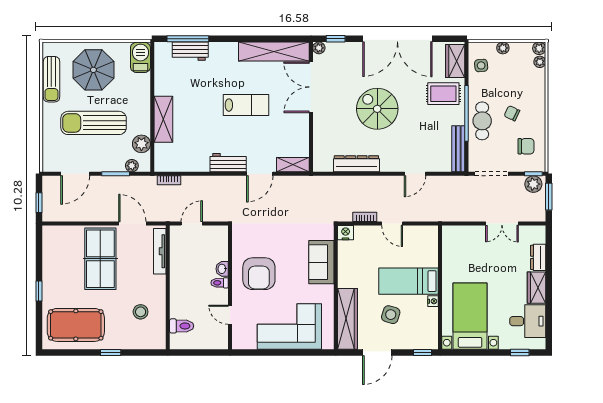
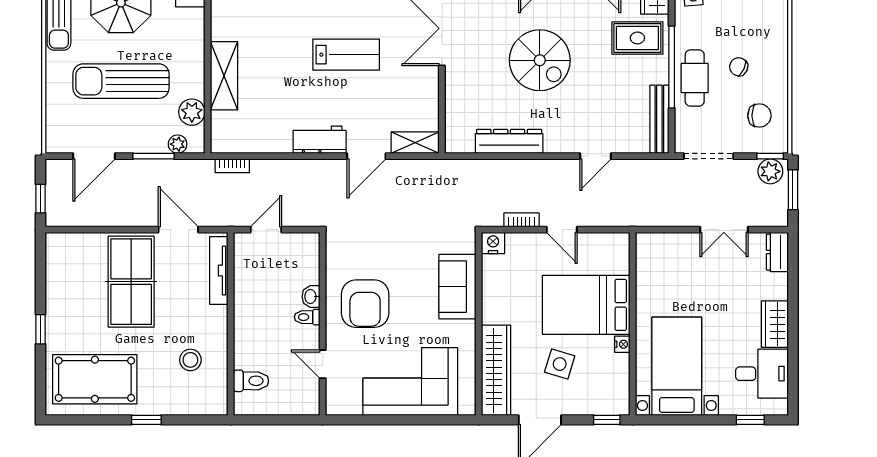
spiral stairs: (377, 109) -> (540, 60), turned 180
dresser: (538, 257) -> (777, 252), moved
bed: (409, 281) -> (586, 305), width x1.50

